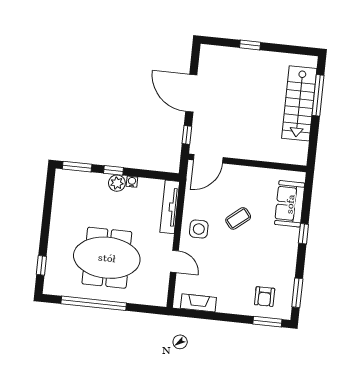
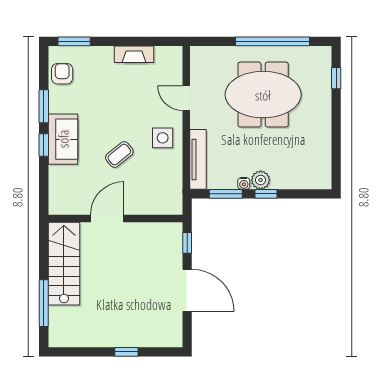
stairs: (299, 103) -> (64, 264), moved
door: (208, 159) -> (107, 218), moved
window: (77, 167) -> (226, 194), moved
sofa: (290, 204) -> (63, 139), moved
window: (297, 293) -> (44, 106), moved
armchair: (265, 297) -> (62, 74), moved
fireplace: (198, 303) -> (134, 54), moved

